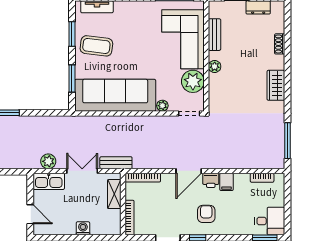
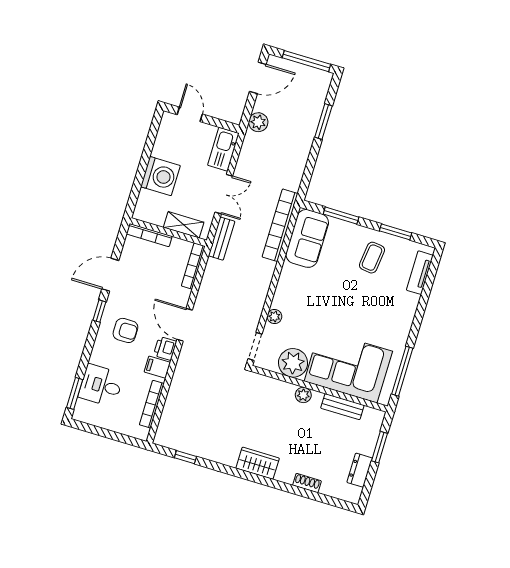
coffee table: (96, 46) -> (372, 258), width x0.73, depth x0.77
sofa: (115, 95) -> (307, 238), width x0.54, depth x0.79
bookcase: (93, 122) -> (280, 225), added
window: (287, 141) -> (185, 457), width x0.46
plant: (48, 161) -> (258, 122), moved
bookcase: (262, 178) -> (152, 404), width x1.56
door: (30, 214) -> (190, 114), swing flipped
desk: (270, 221) -> (101, 385), moved, turned 90
washing machine: (83, 228) -> (160, 176), width x1.89, depth x1.89

